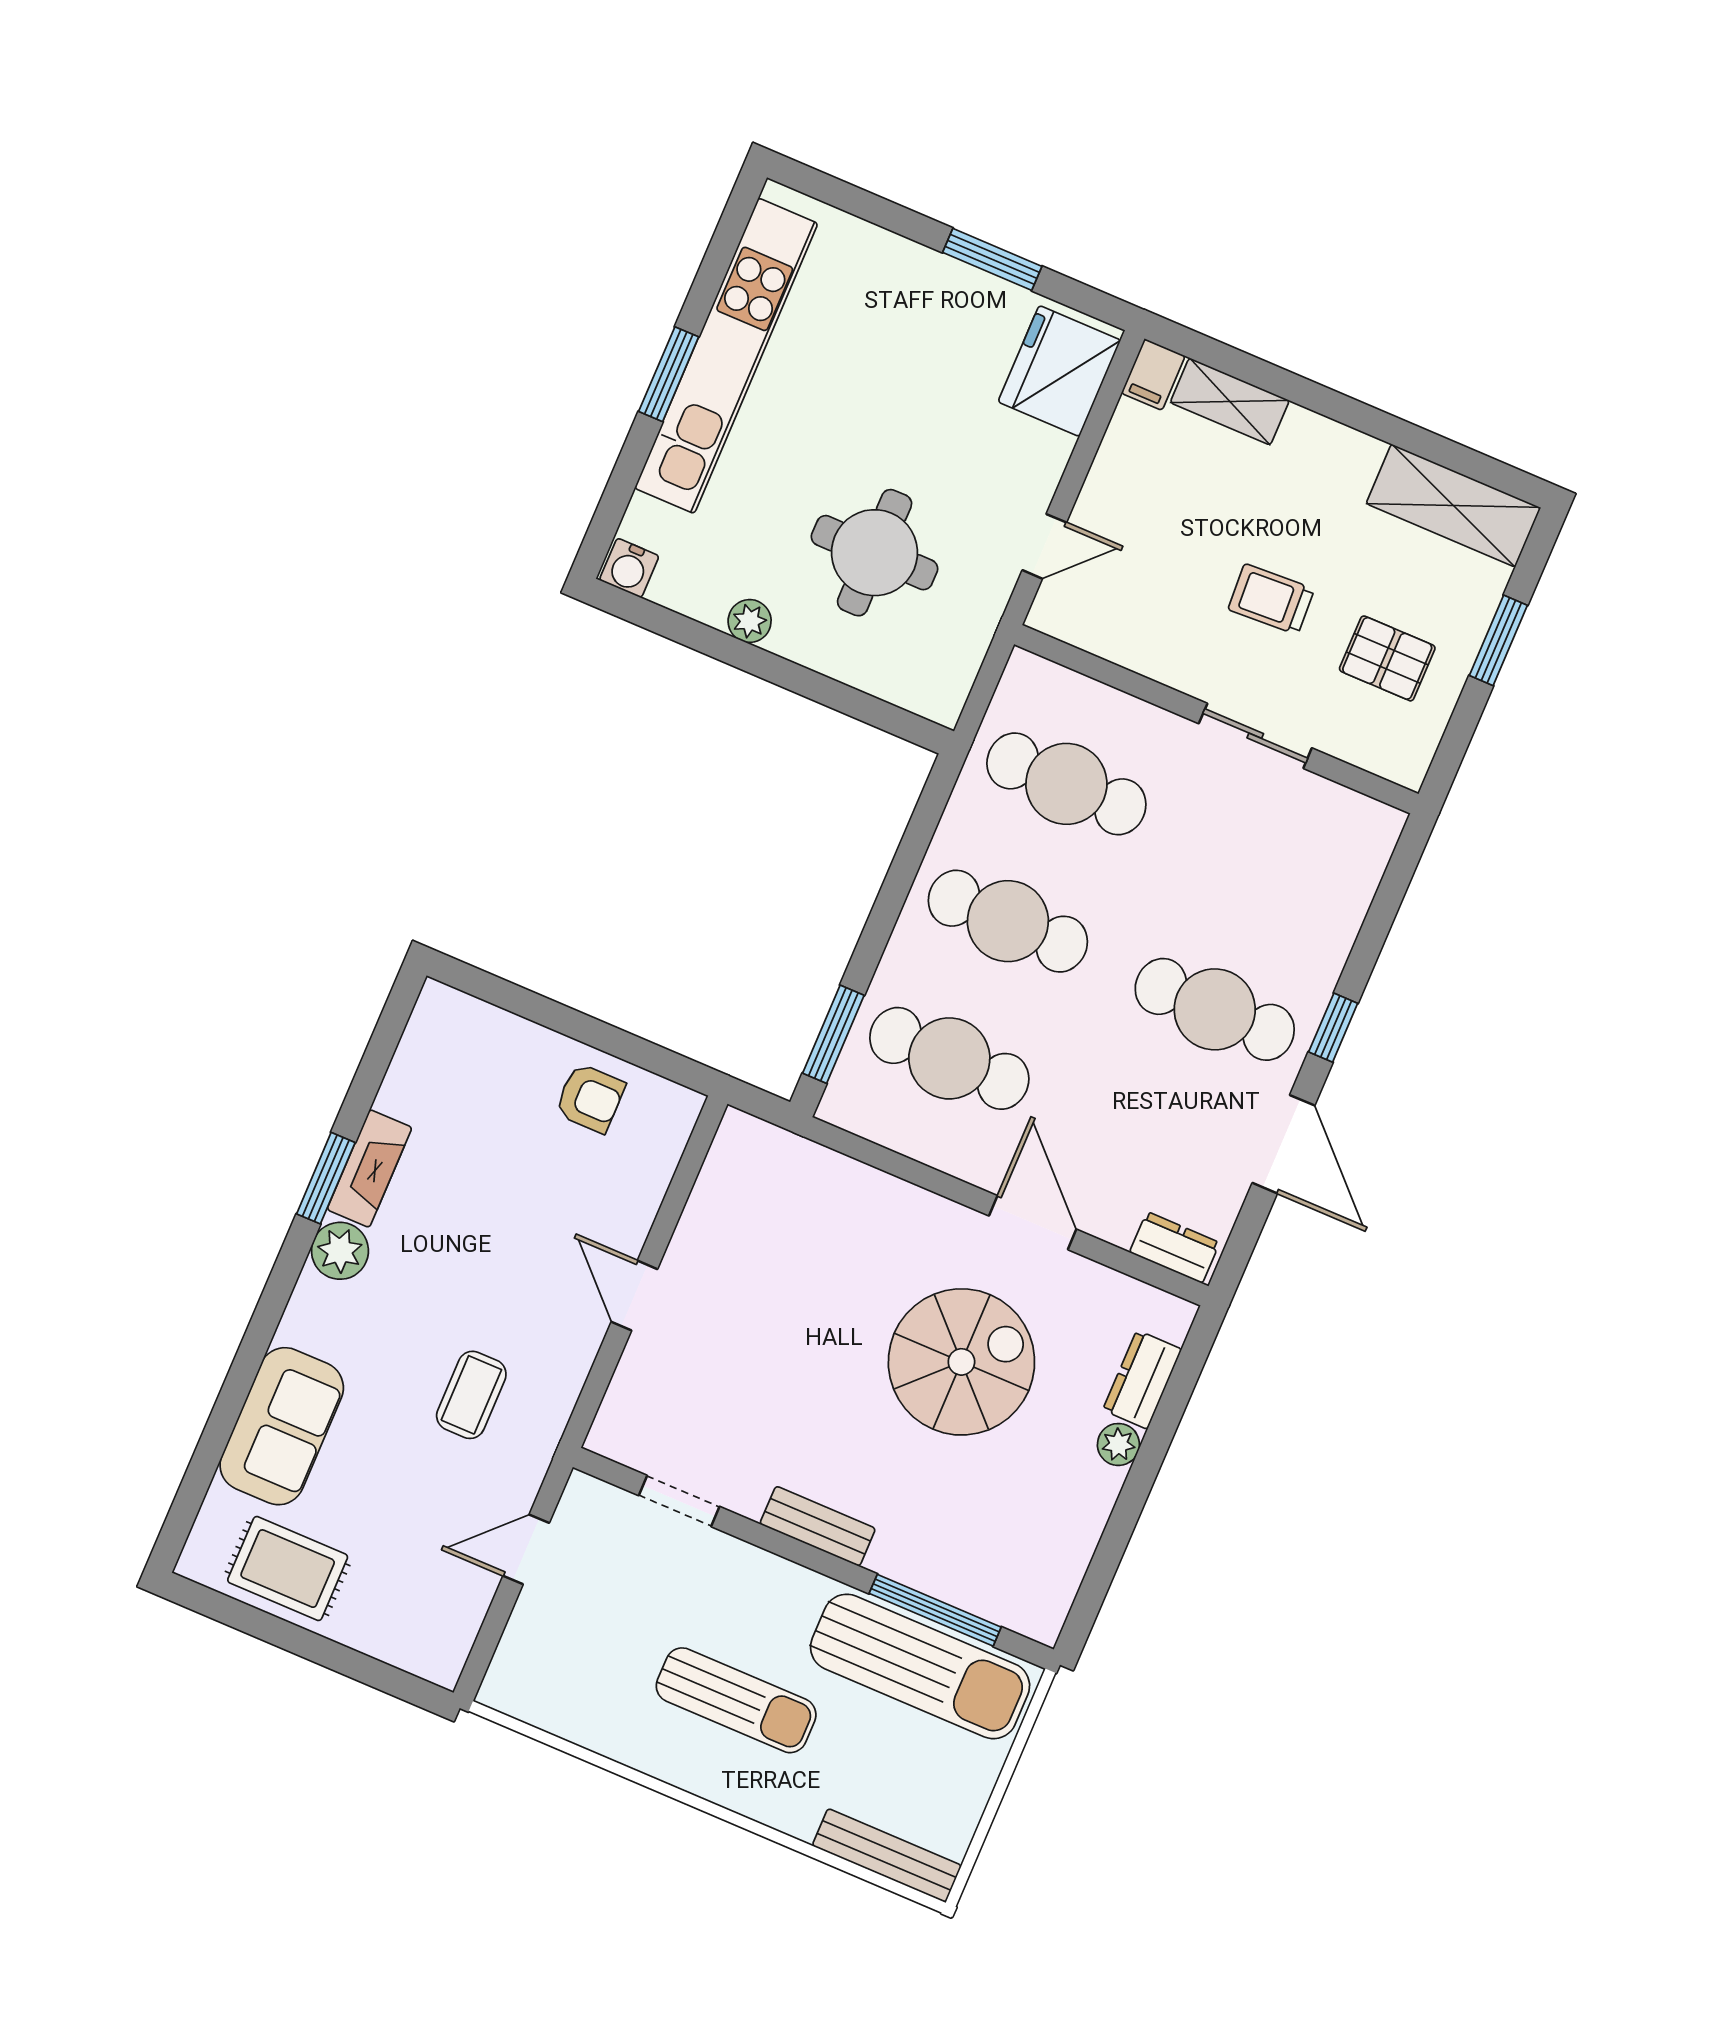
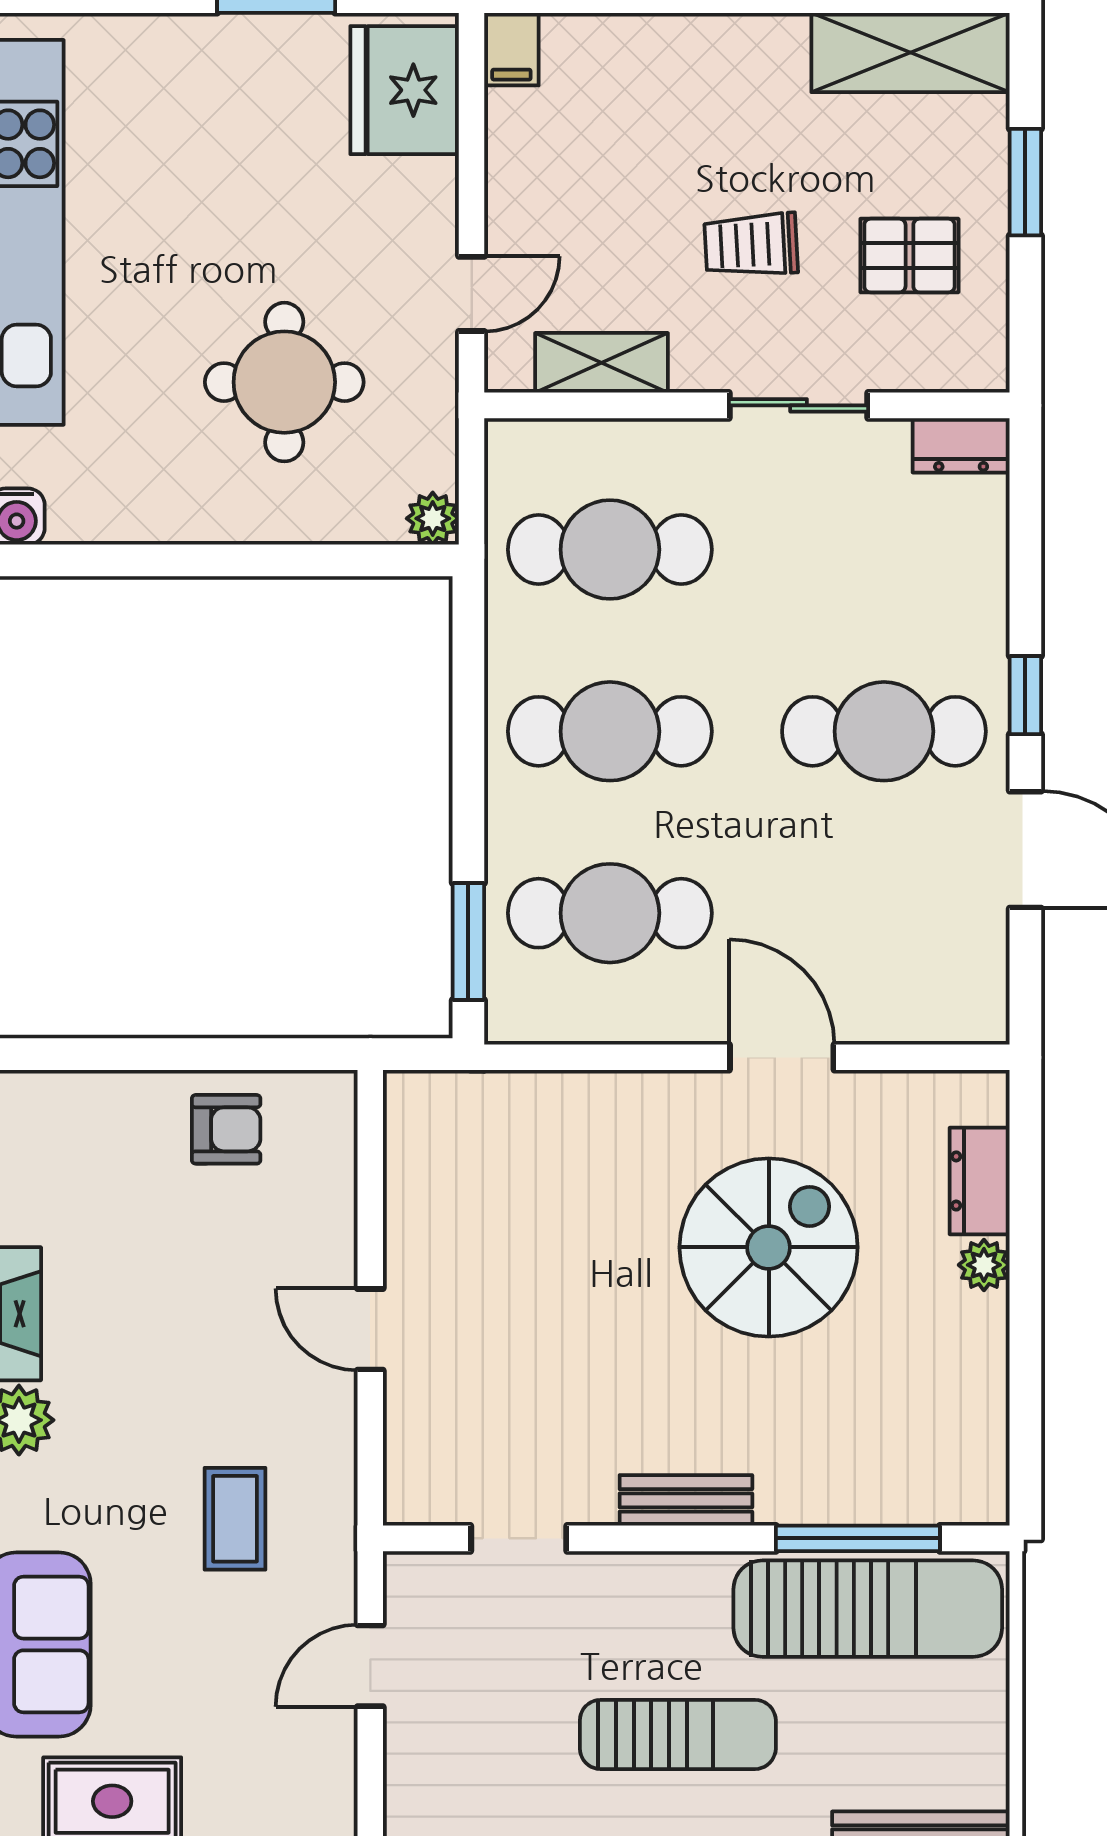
shelving: (1230, 401) -> (602, 363), moved
plant: (750, 621) -> (433, 518), moved
dresser: (1175, 1247) -> (961, 445), moved, turned 180

